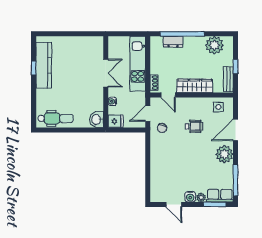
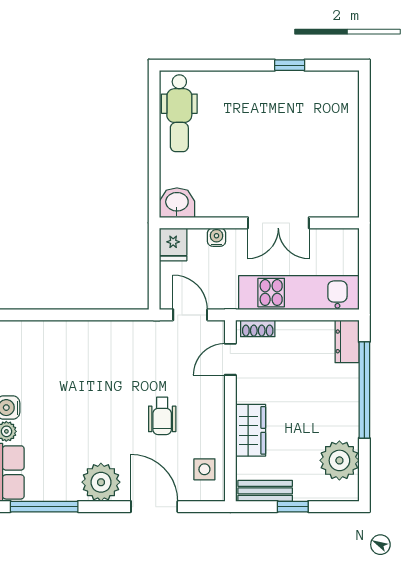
dresser: (173, 42) -> (347, 341), moved
kitchen counter: (44, 65) -> (296, 87), removed
wardrobe: (195, 86) -> (251, 430), width x0.67
chair: (162, 128) -> (158, 346), removed

